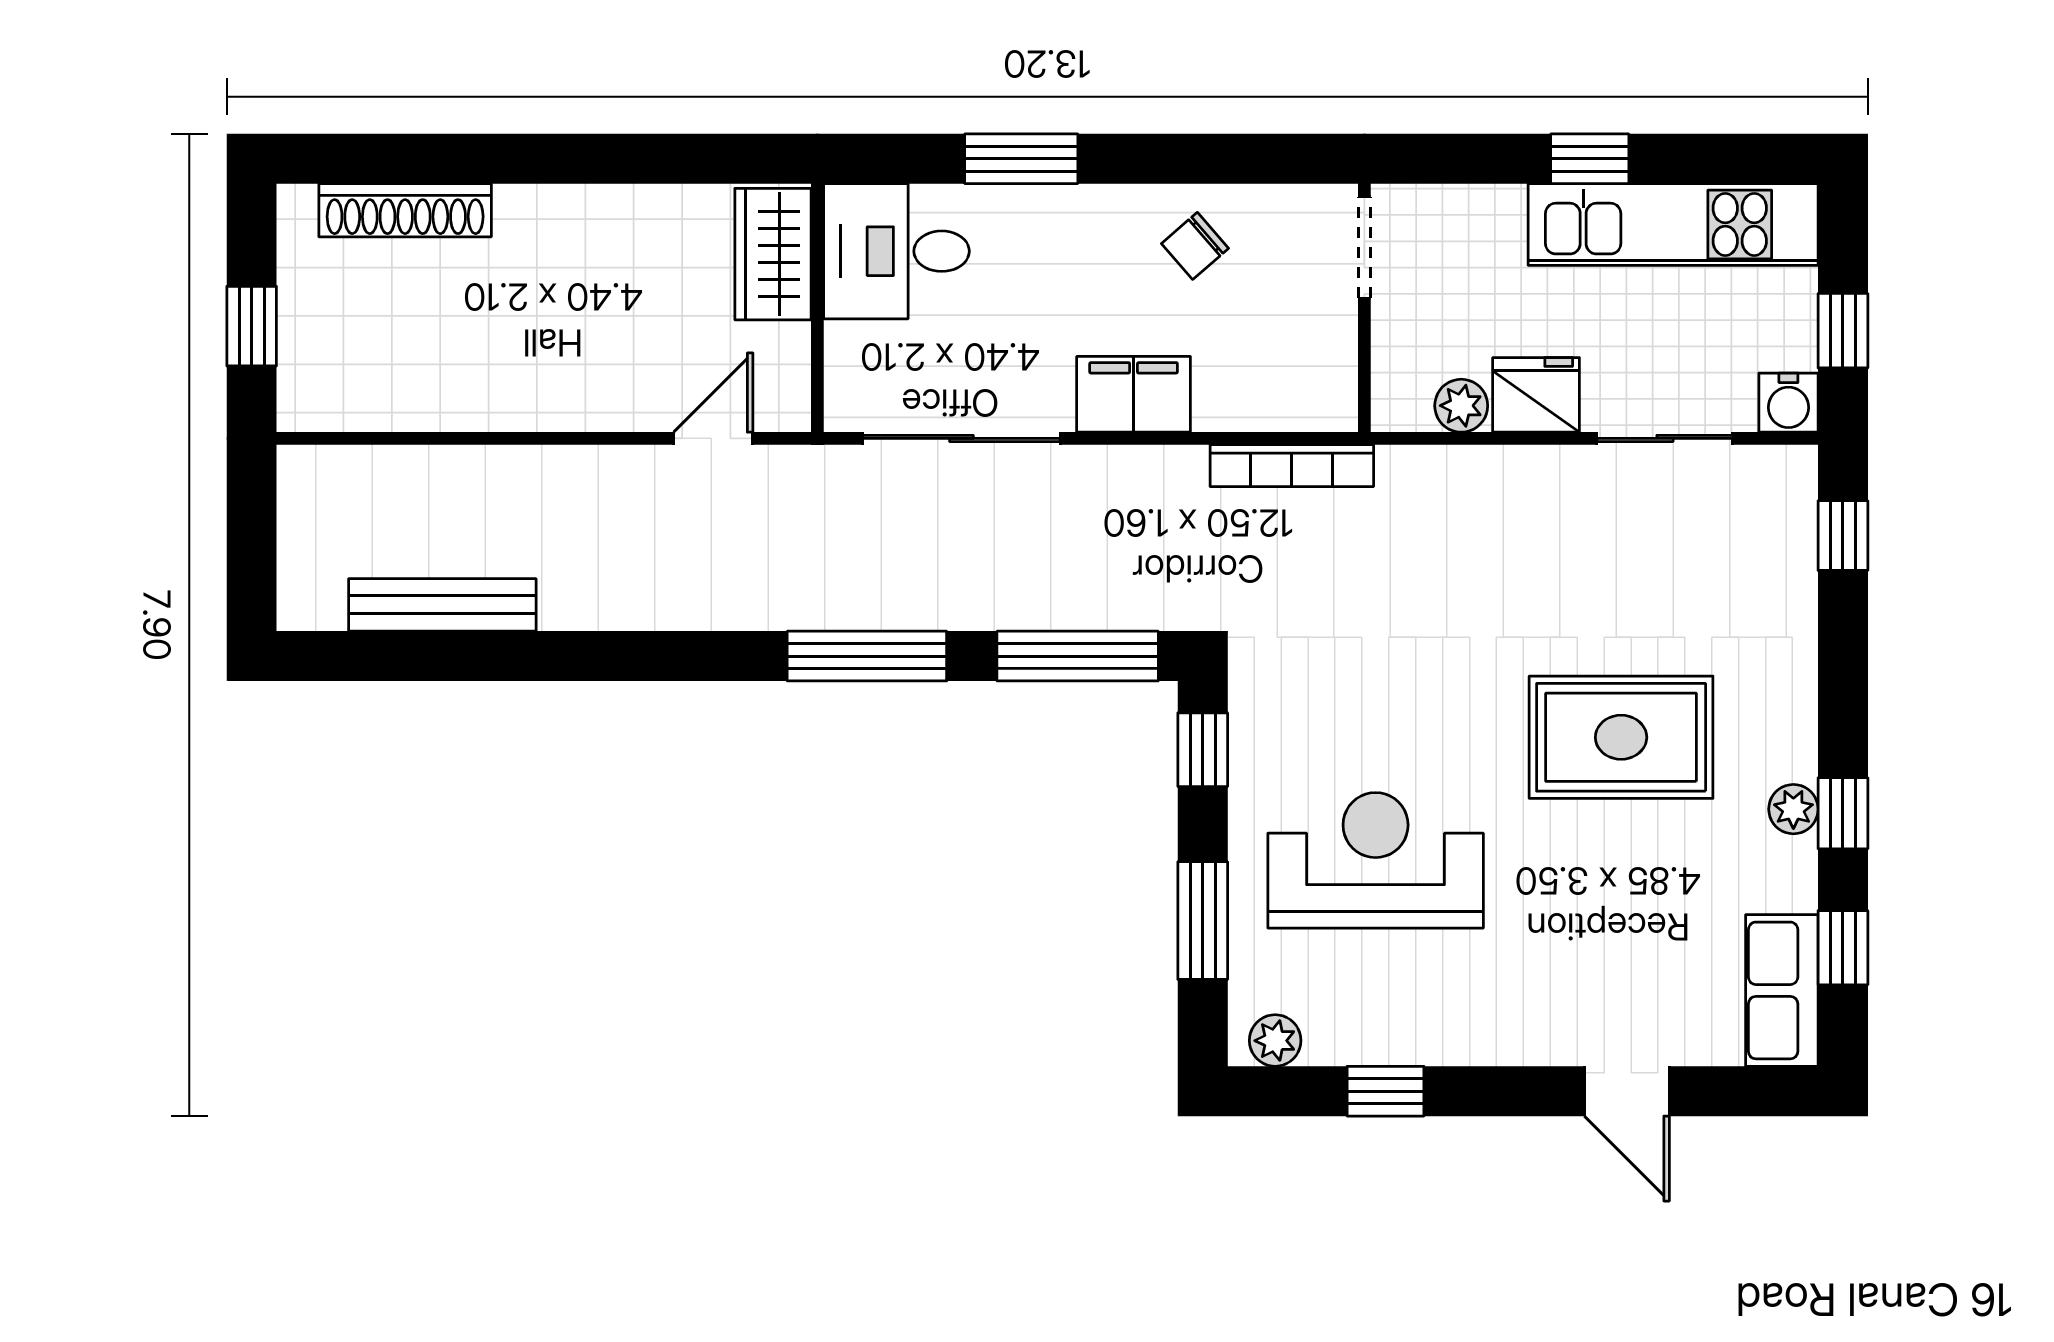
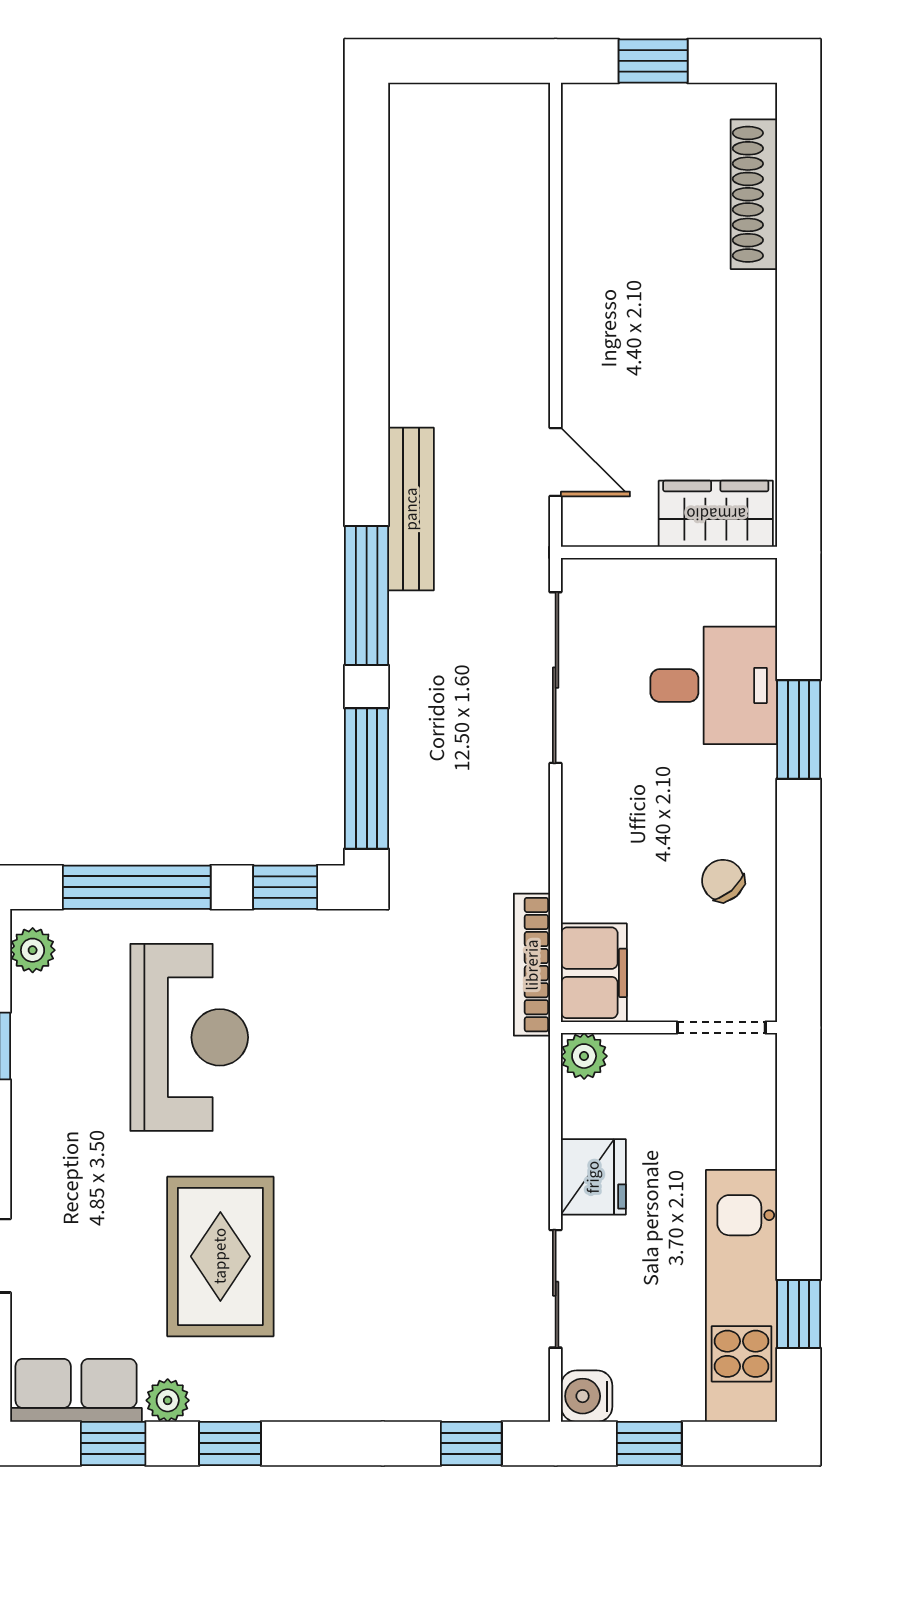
window: (1590, 159) -> (799, 1314), moved
desk: (896, 251) -> (714, 685), moved, turned 90
filing cabinet: (1134, 394) -> (594, 973), moved
plant: (1461, 406) -> (584, 1056), moved
bench: (442, 605) -> (411, 509), moved
rug: (1621, 737) -> (220, 1256), moved
plant: (1793, 809) -> (168, 1400), moved
window: (1203, 921) -> (137, 887), width x1.44

